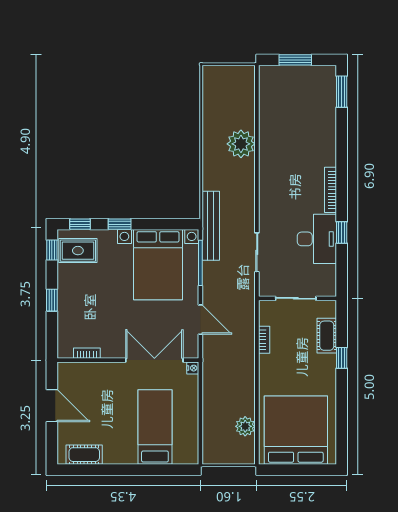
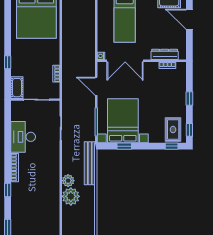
window: (120, 224) -> (124, 146), moved
bench: (211, 226) -> (90, 163), moved
window: (342, 232) -> (8, 190), moved
rug: (78, 251) -> (173, 130), turned 90
cot: (327, 336) -> (17, 88), moved
dresser: (91, 370) -> (165, 54), added
door: (52, 406) -> (189, 19), moved
plant: (245, 426) -> (68, 181), moved

